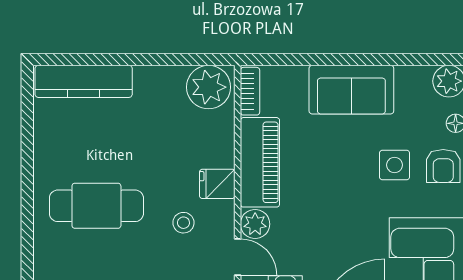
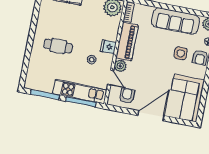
sofa: (351, 90) -> (176, 21), width x1.36
cafe table: (96, 206) -> (58, 46), width x0.73, depth x0.74

